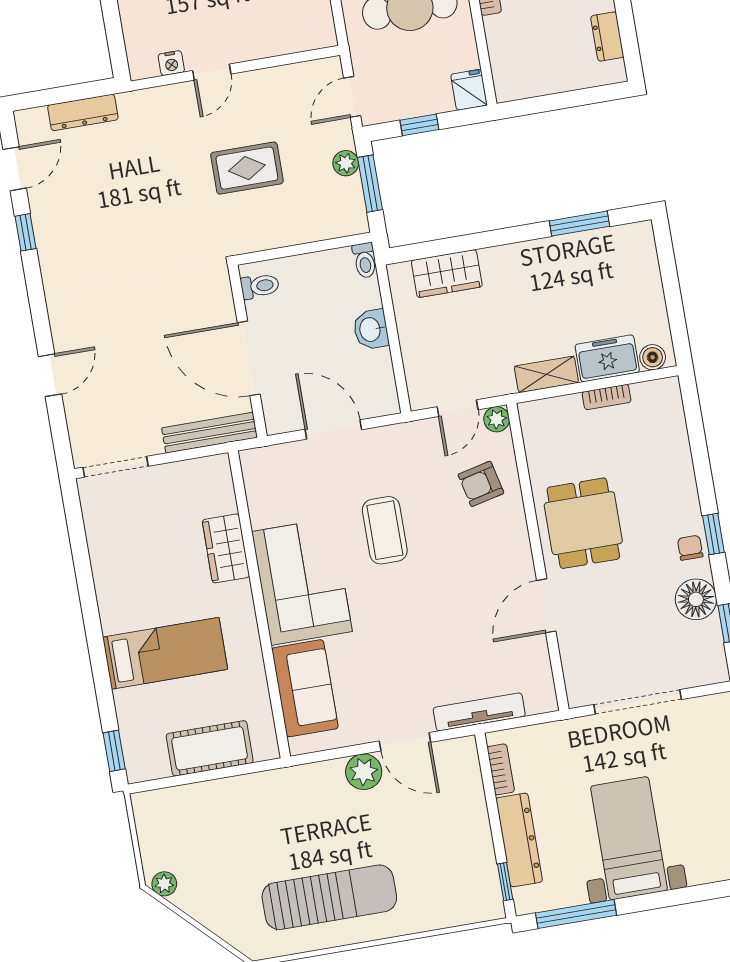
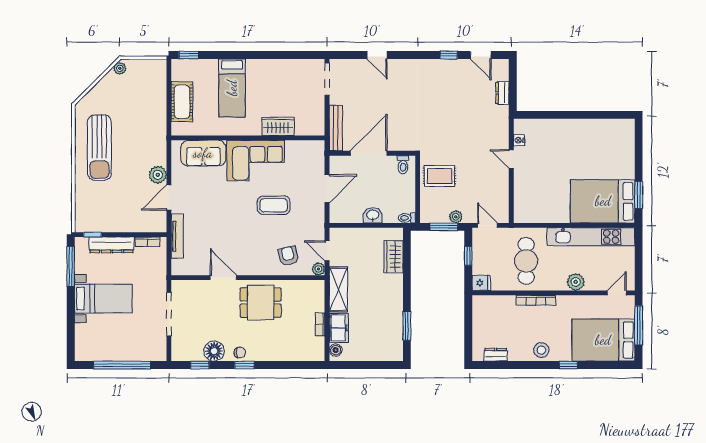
dresser: (83, 112) -> (502, 93), width x0.70
rug: (247, 168) -> (439, 176), moved, turned 90
shelving: (546, 374) -> (338, 289), width x1.50, depth x1.33

